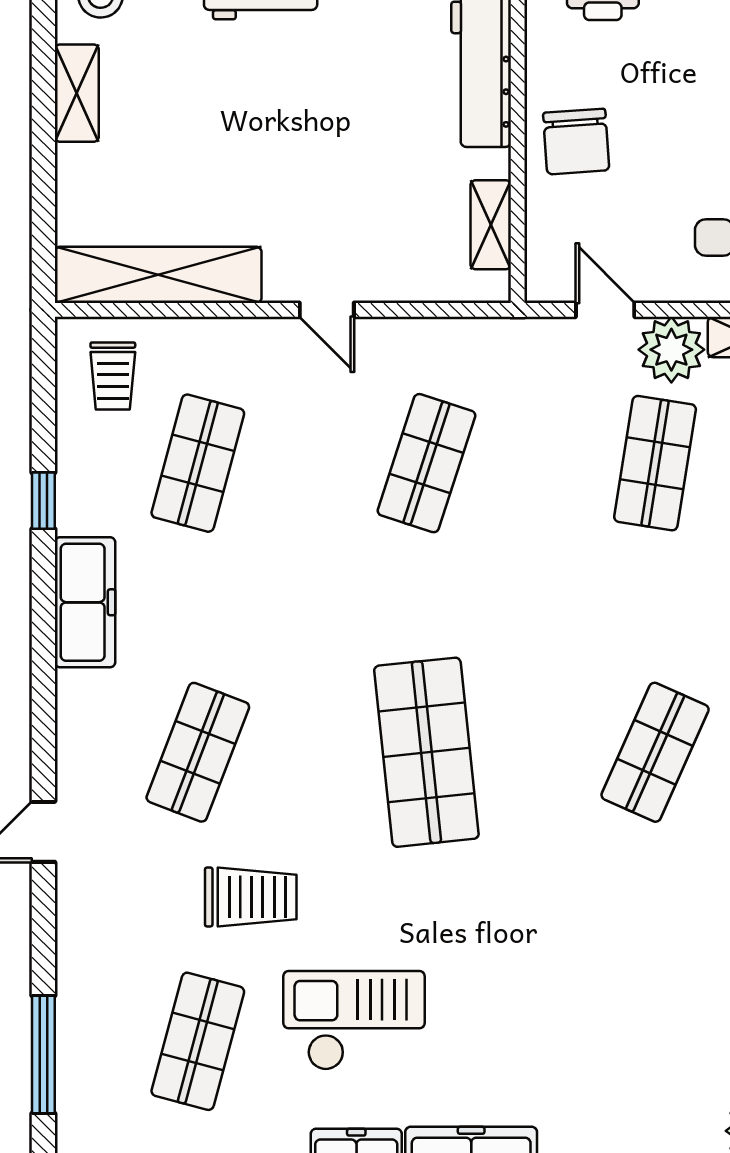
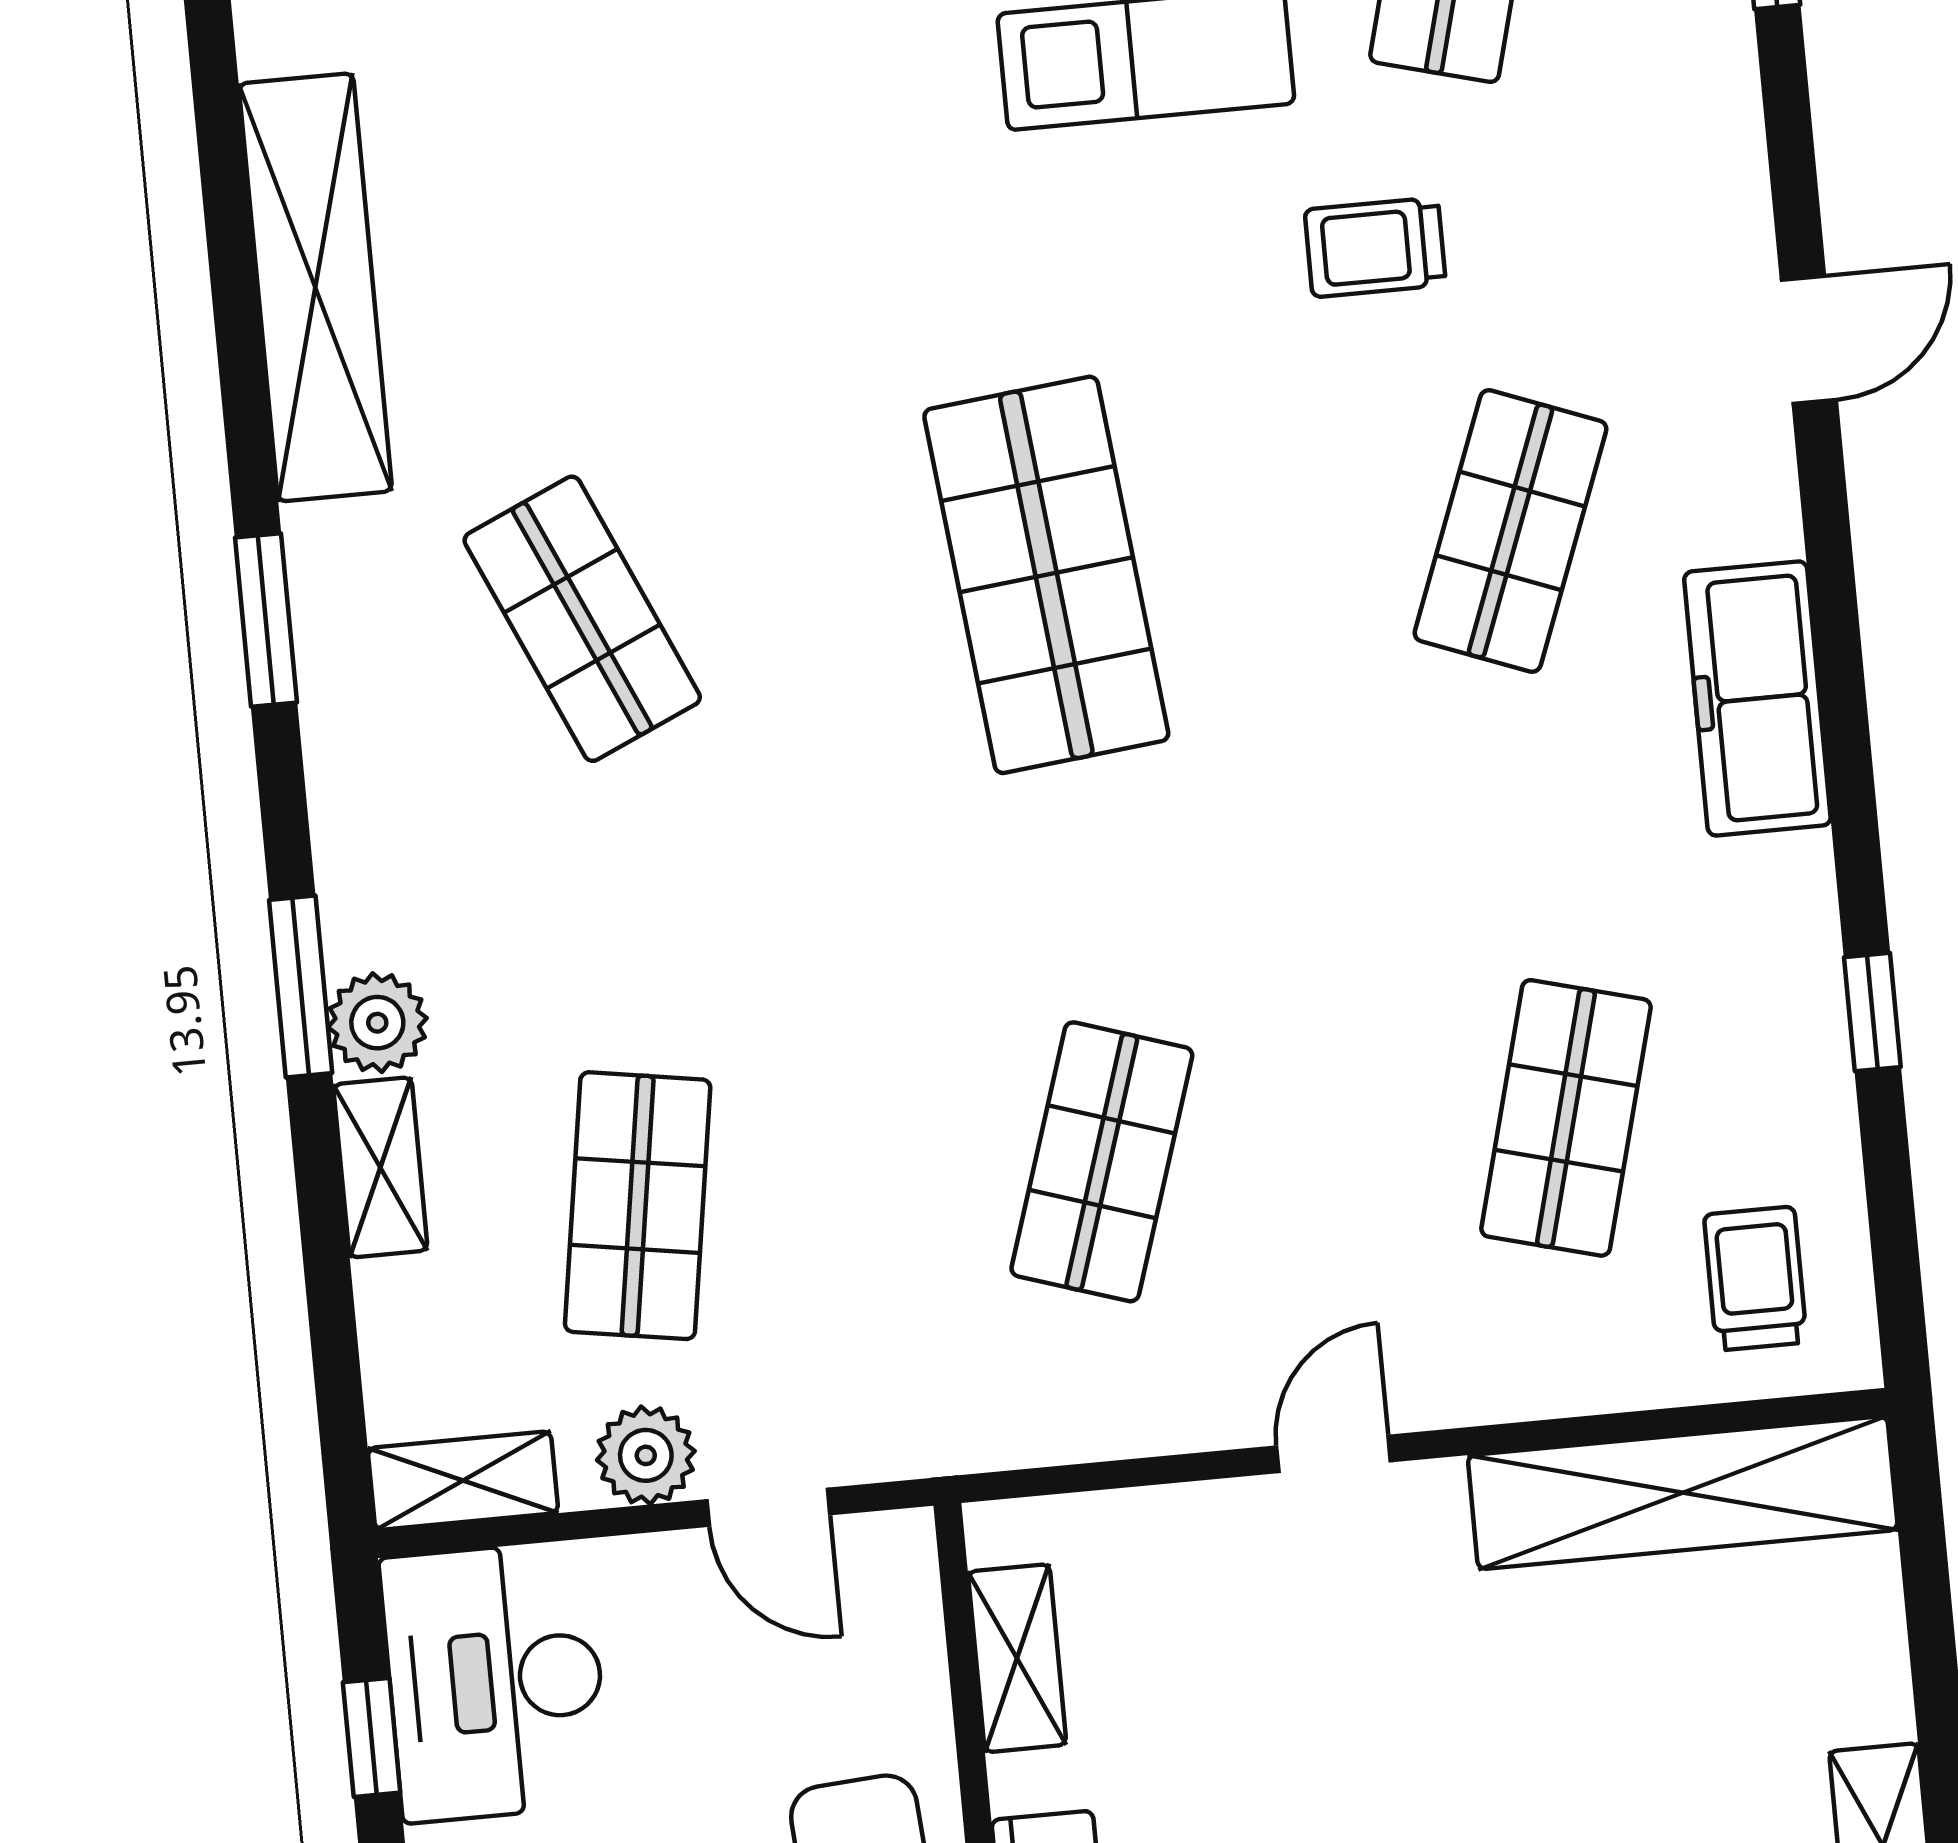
door: (327, 310) -> (1334, 1454), hinge flipped
plant: (671, 350) -> (646, 1455), width x0.73, depth x0.73
freezer: (85, 602) -> (1757, 698), moved
shop shelf: (655, 752) -> (582, 619), turned -48
trolley: (251, 897) -> (1375, 247), width x0.73, depth x0.72

